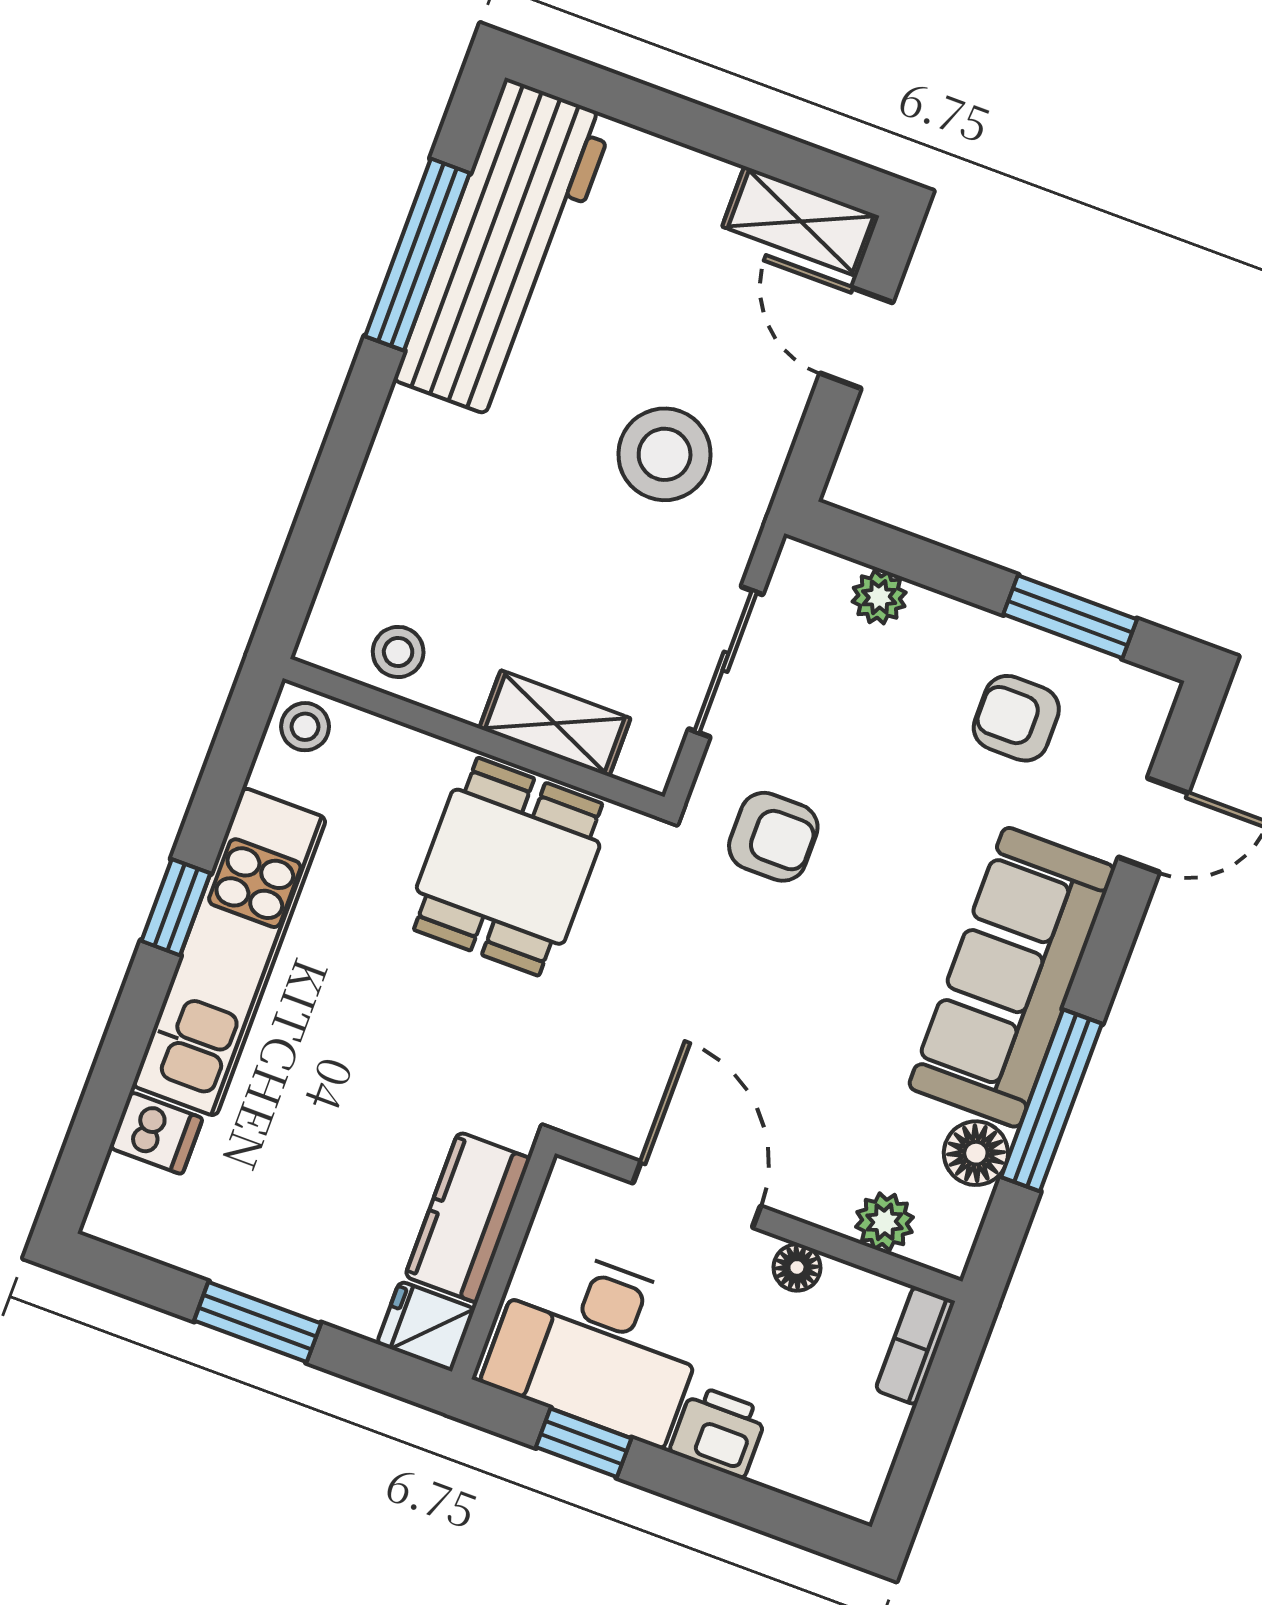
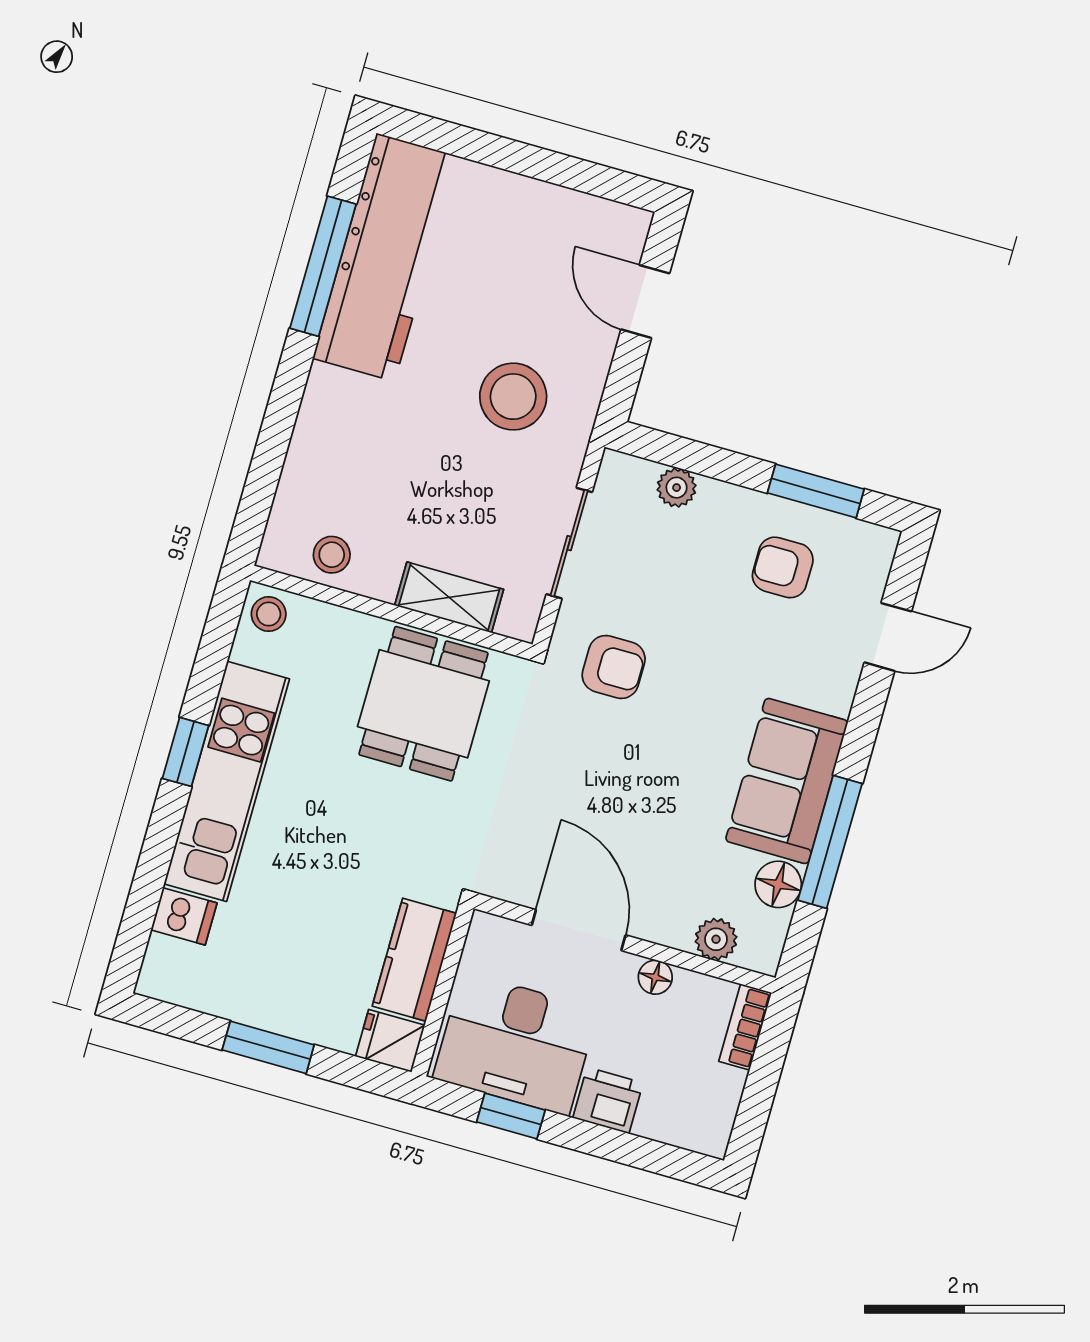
shelving: (801, 221) -> (598, 220), removed
sofa: (1012, 977) -> (787, 781), width x0.73

